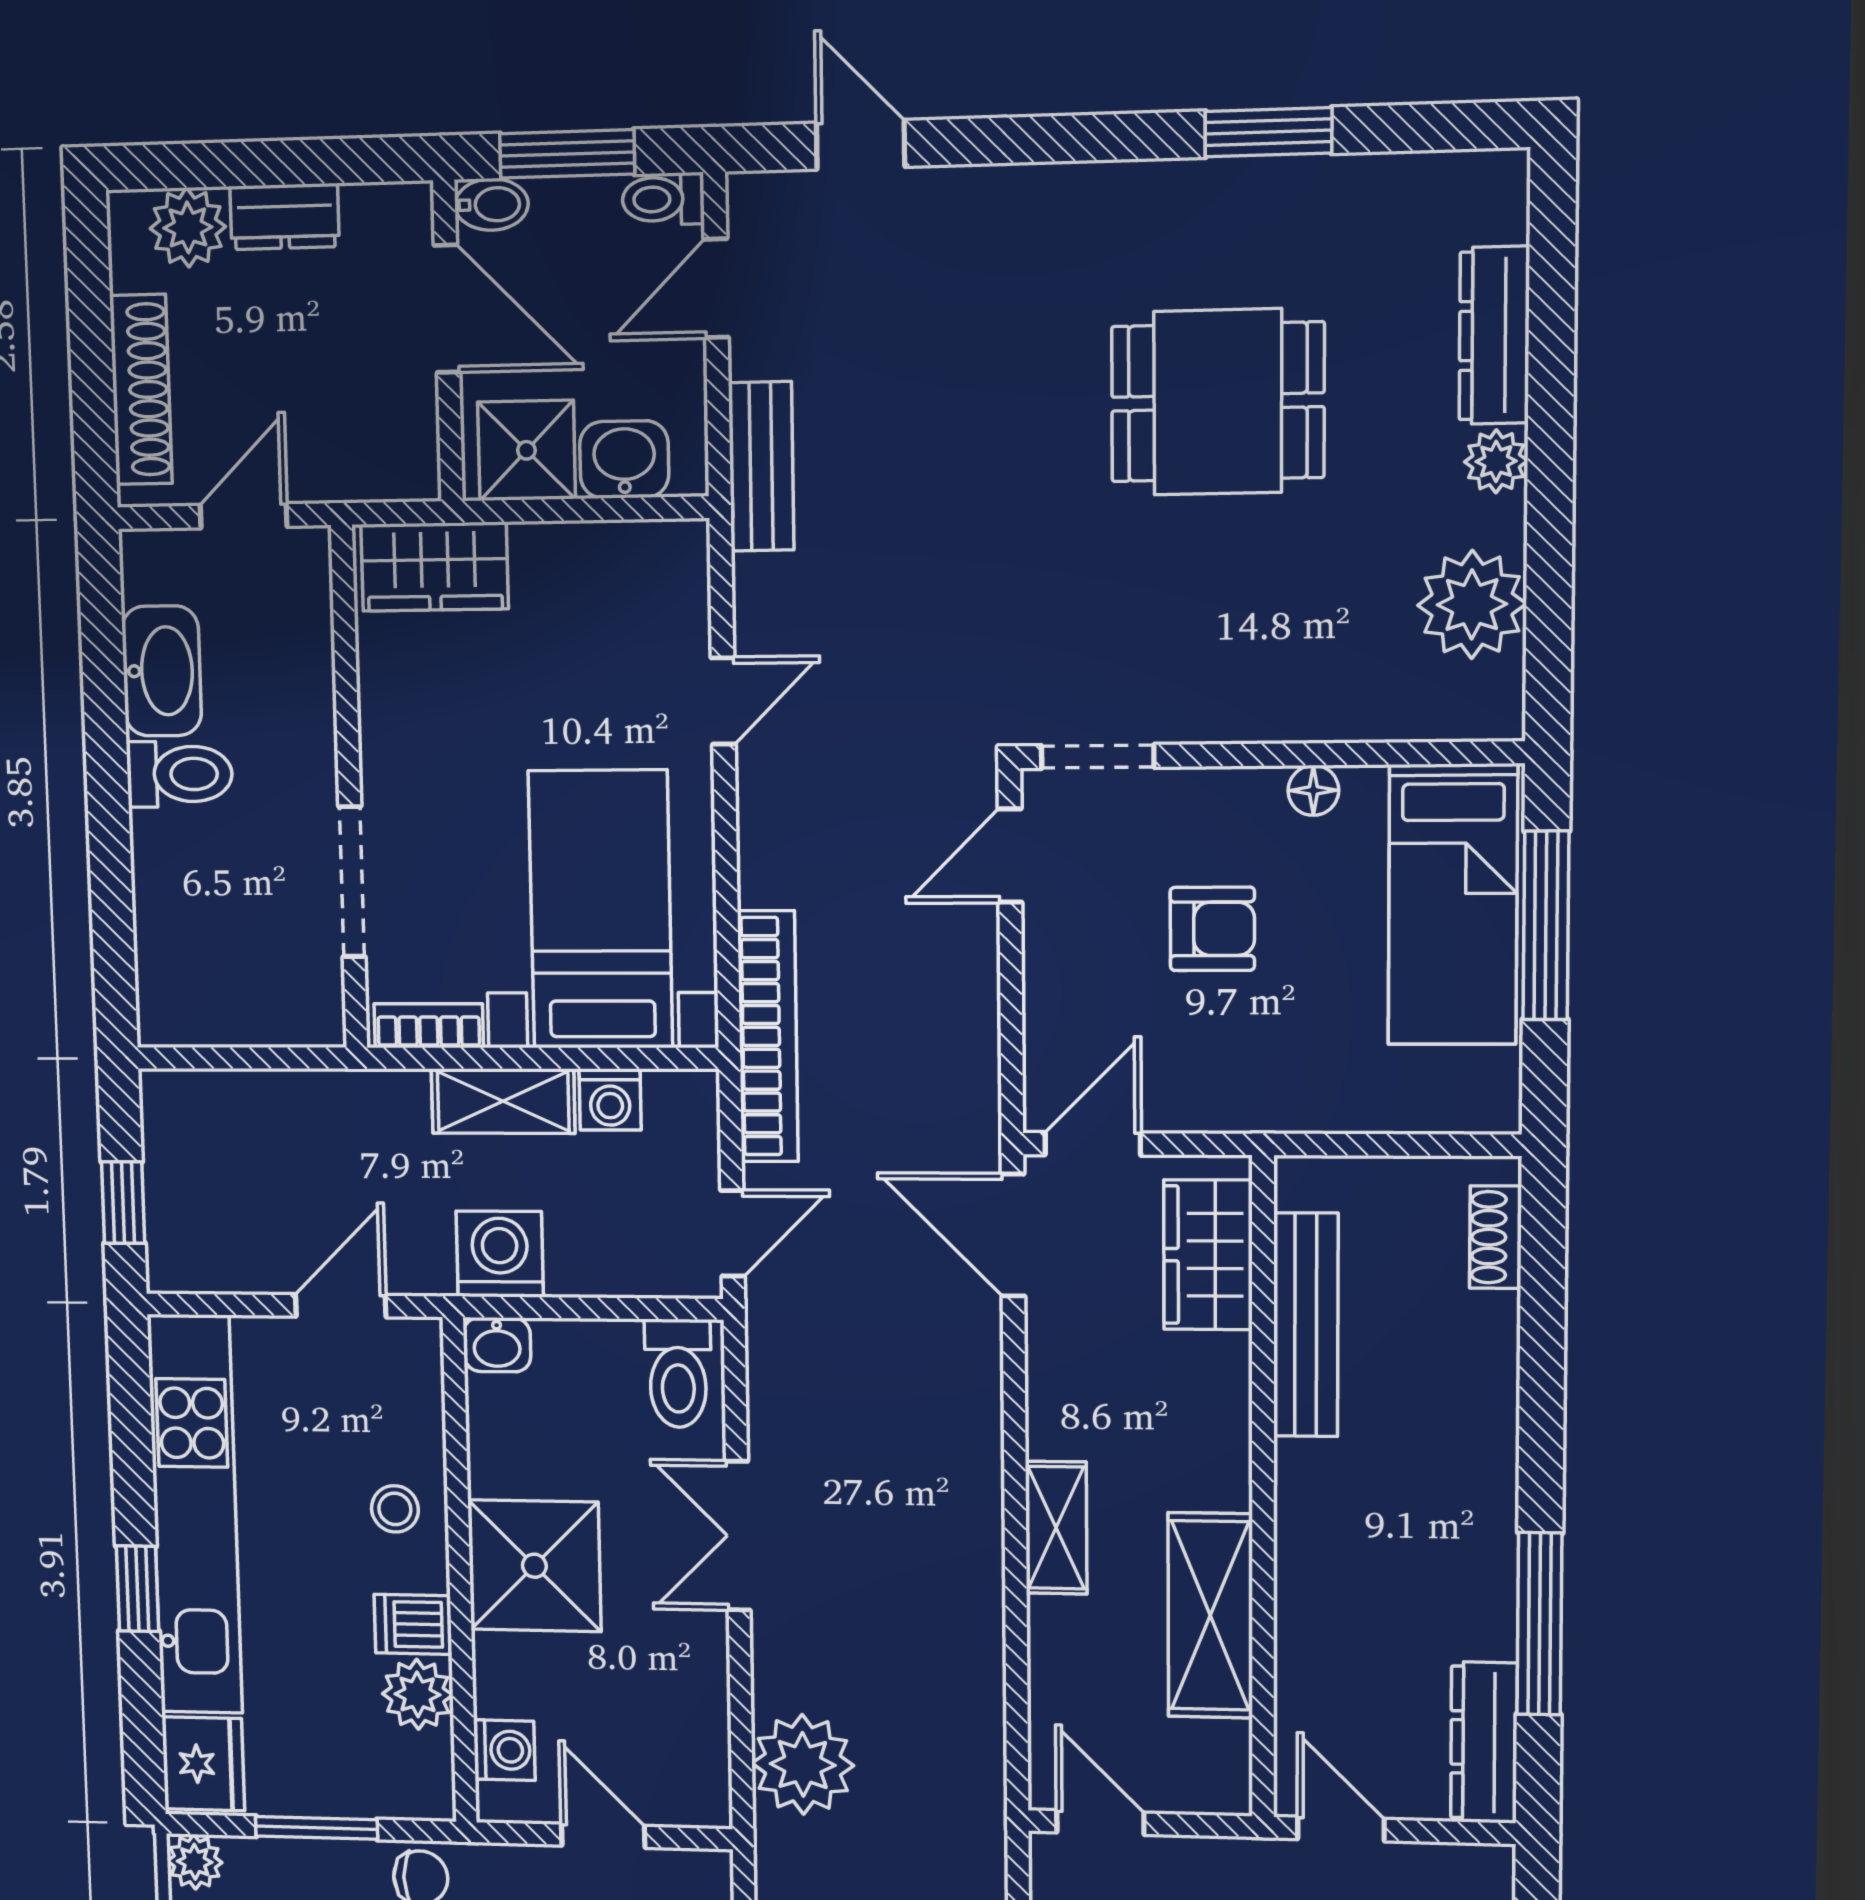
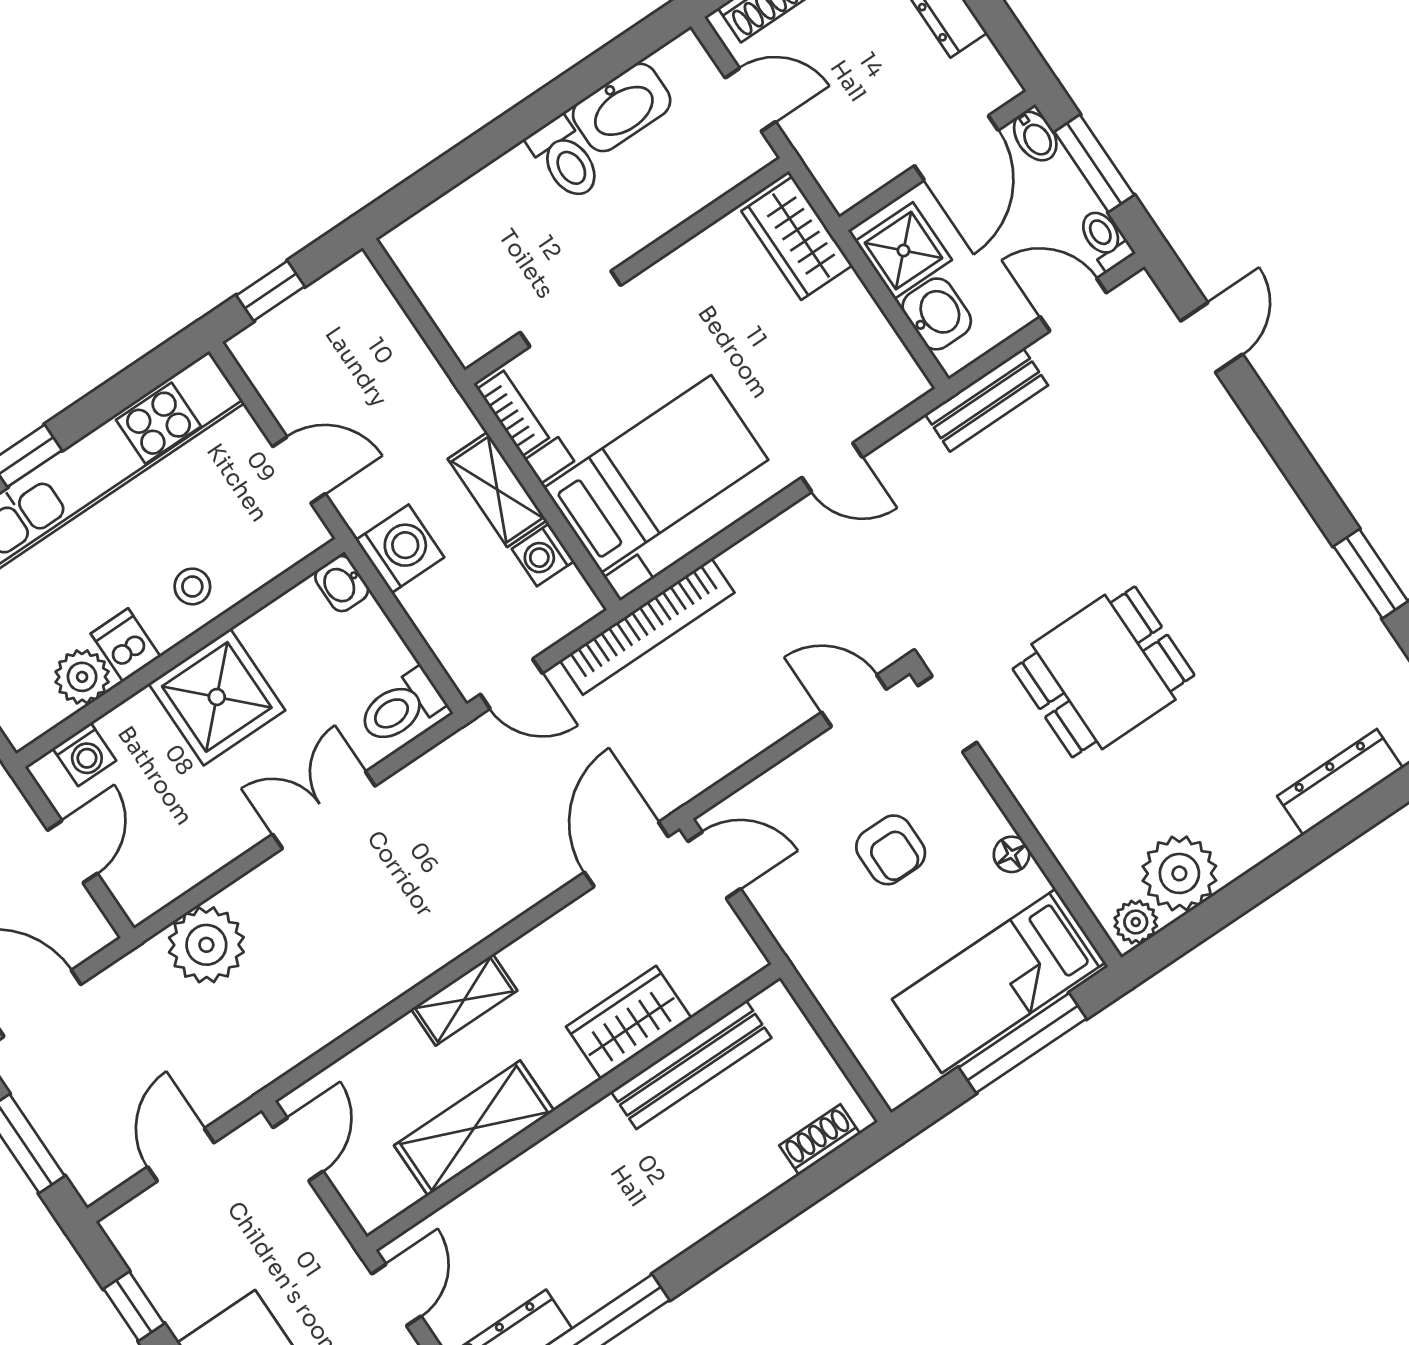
dining table: (1218, 402) -> (1104, 672), moved, turned 90
plant: (1496, 461) -> (1136, 922), moved
wardrobe: (1208, 1255) -> (629, 1022), moved

